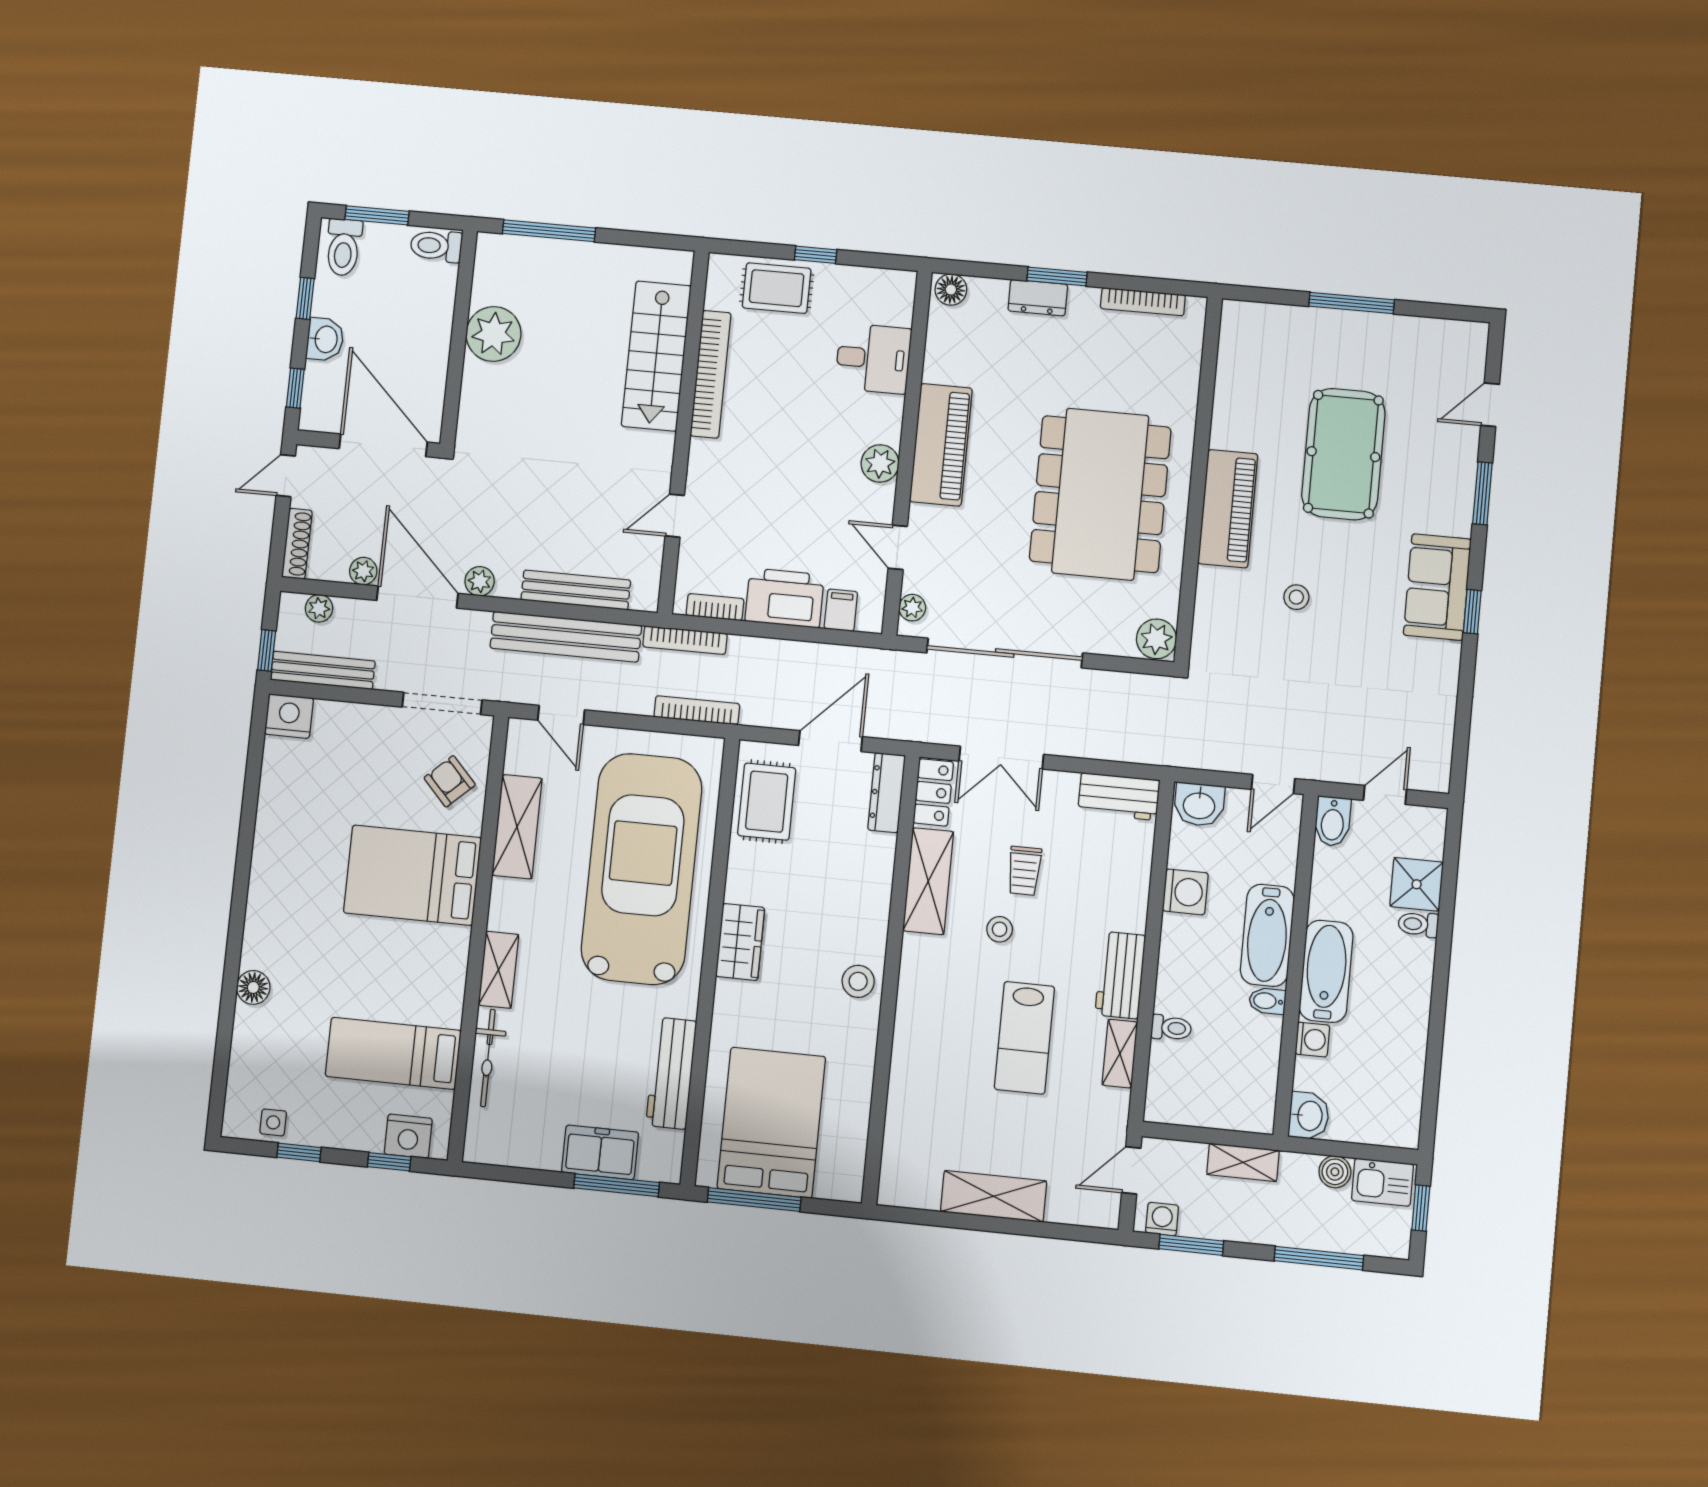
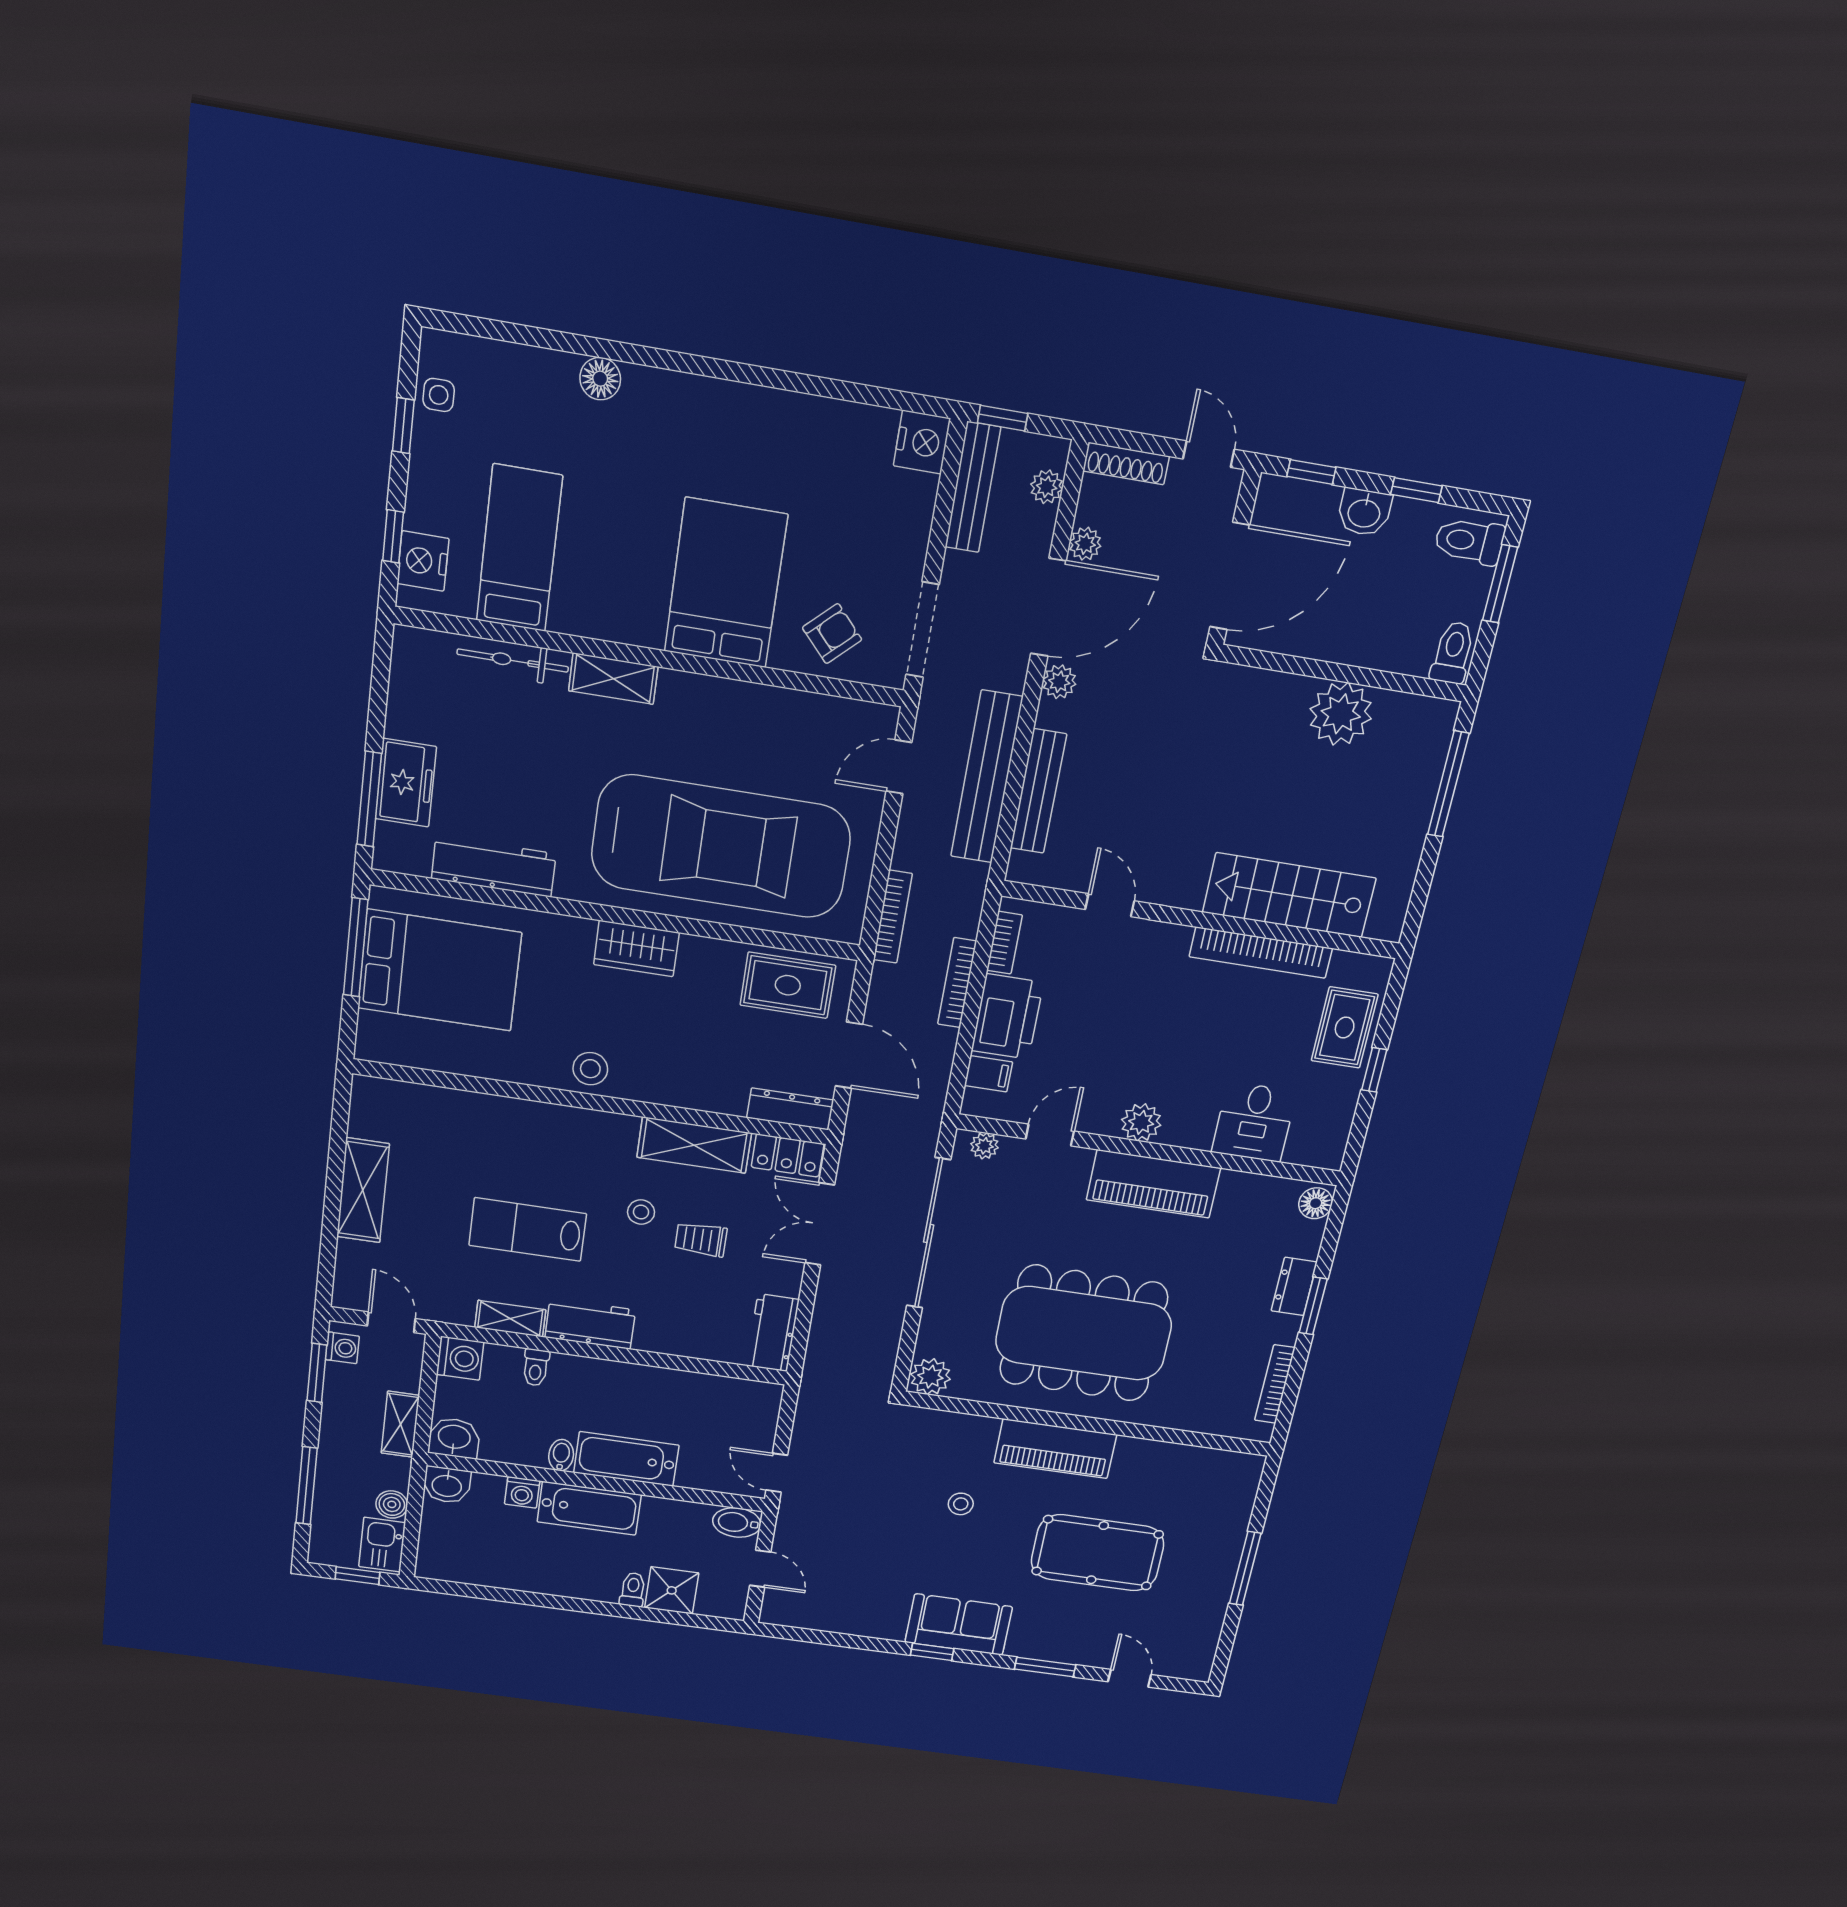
bookcase: (685, 640) -> (957, 983), moved
washbasin: (1199, 805) -> (454, 1438), moved, turned 90
shelving: (517, 827) -> (775, 709), removed
washing machine: (1185, 892) -> (460, 1358), moved, turned -90

